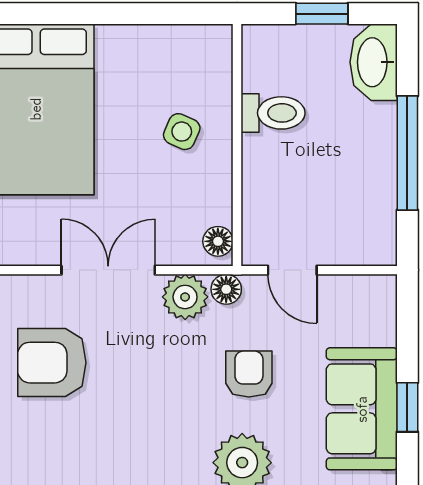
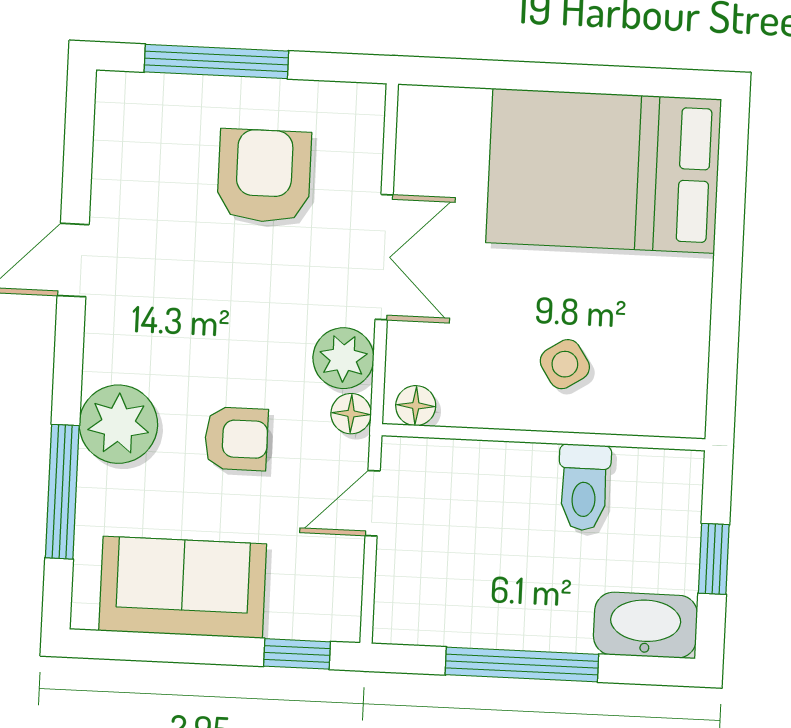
side table: (182, 132) -> (565, 364), turned 33
window: (407, 407) -> (297, 654), moved

